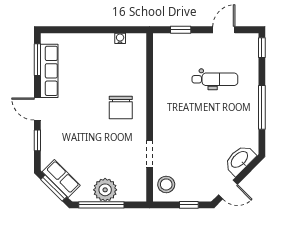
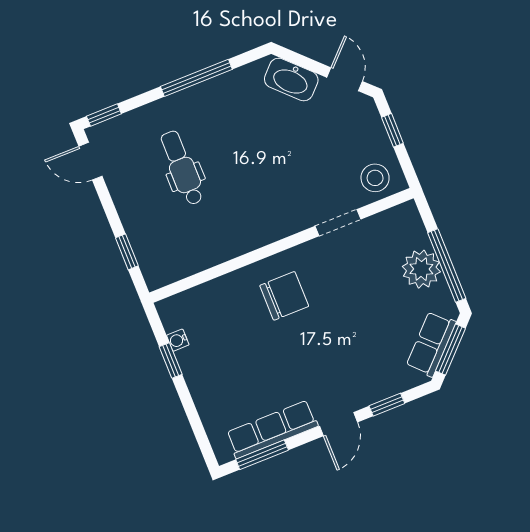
window: (110, 30) -> (171, 360), added
door: (224, 30) -> (90, 161), moved

